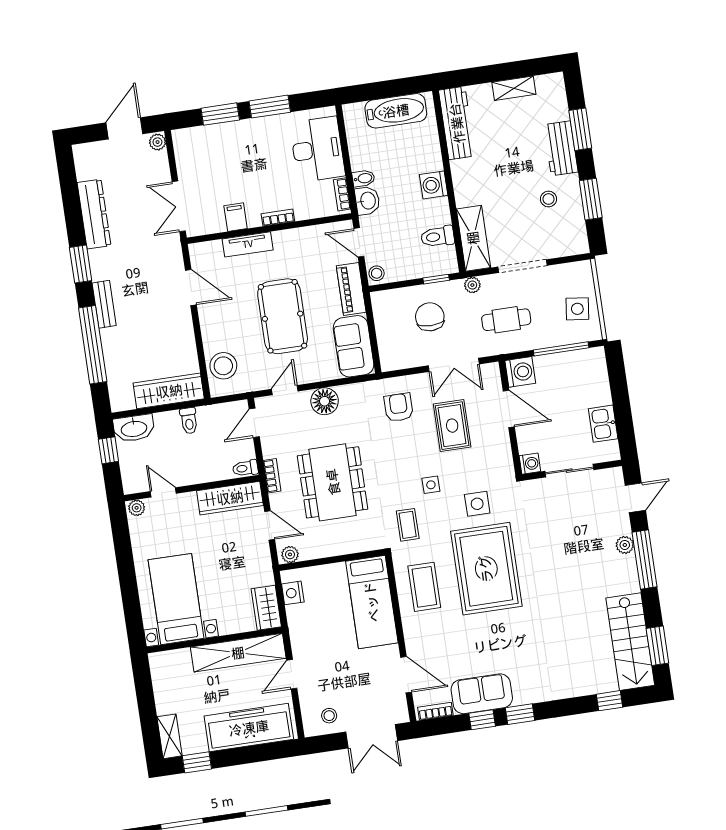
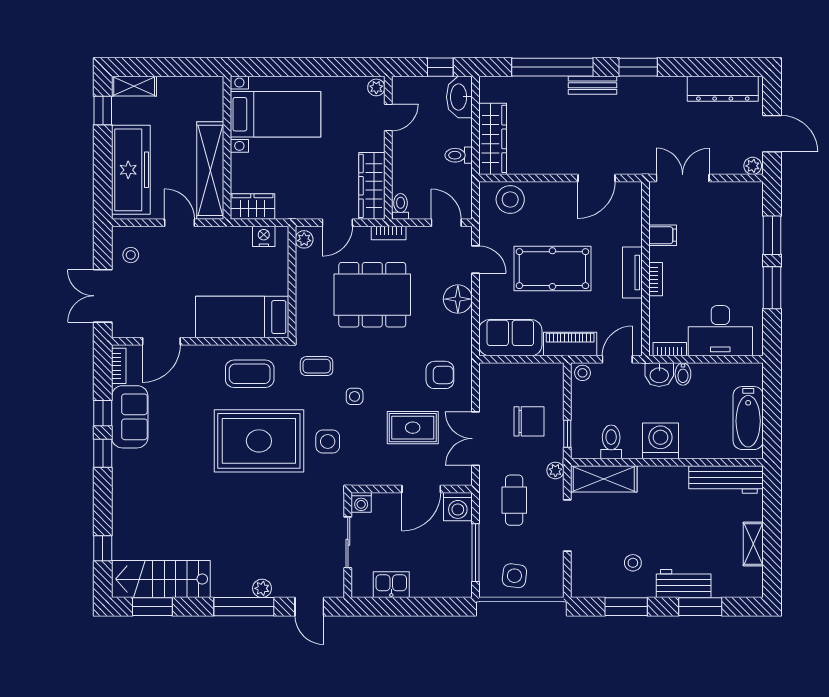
washing machine: (434, 185) -> (660, 441), width x1.37, depth x1.37
dresser: (94, 214) -> (723, 89), moved
tv unit: (248, 244) -> (632, 273), moved

